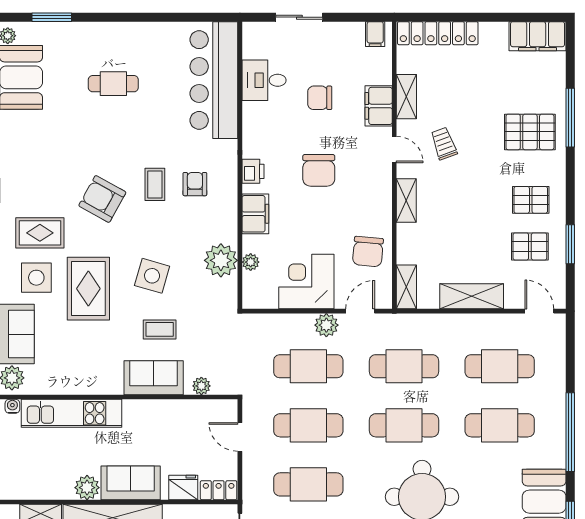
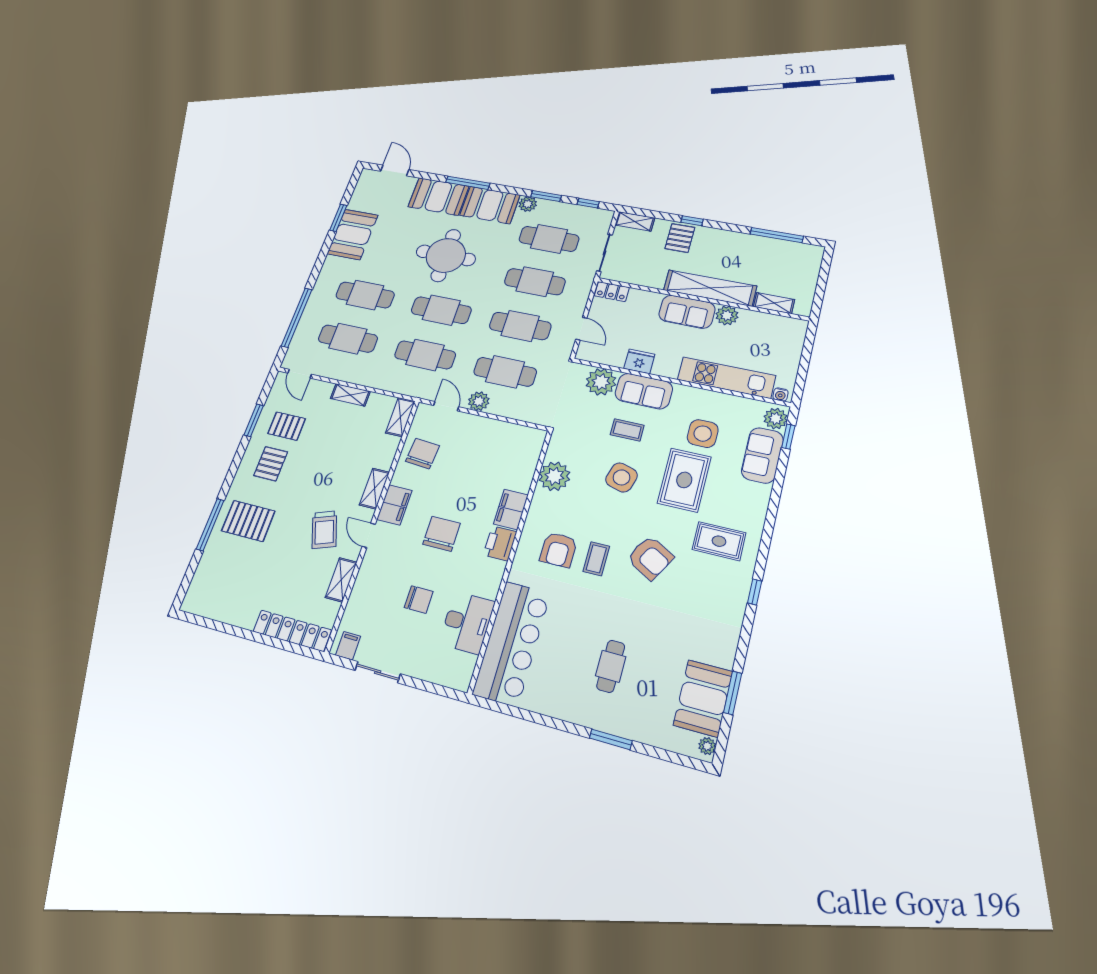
window: (52, 17) -> (611, 739), moved
sliding door: (299, 17) -> (378, 672), moved
filing cabinet: (538, 36) -> (208, 604), removed
desk: (264, 80) -> (467, 623), width x1.37
cafe table: (113, 84) -> (611, 666), turned 90
filing cabinet: (379, 106) -> (394, 505), moved
trolley: (444, 143) -> (324, 530), width x1.36, depth x1.39
printer: (253, 171) -> (500, 543), width x1.36, depth x1.24
armchair: (195, 184) -> (558, 550), width x1.38, depth x1.38
pallet: (531, 200) -> (271, 464), turned 90
plant: (251, 262) -> (528, 469), removed
side table: (36, 278) -> (703, 434), moved
corner desk: (306, 281) -> (484, 441), removed
shelving: (472, 296) -> (350, 395), width x0.67, depth x0.75
door: (360, 311) -> (446, 406), swing flipped
plant: (201, 386) -> (601, 382), width x1.87, depth x1.87
window: (570, 432) -> (297, 318), moved
fridge: (183, 487) -> (639, 361), moved, turned 180

